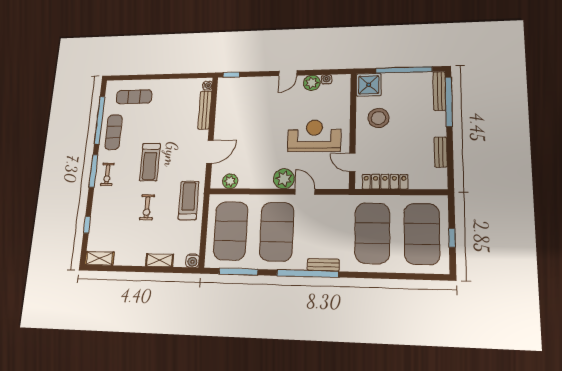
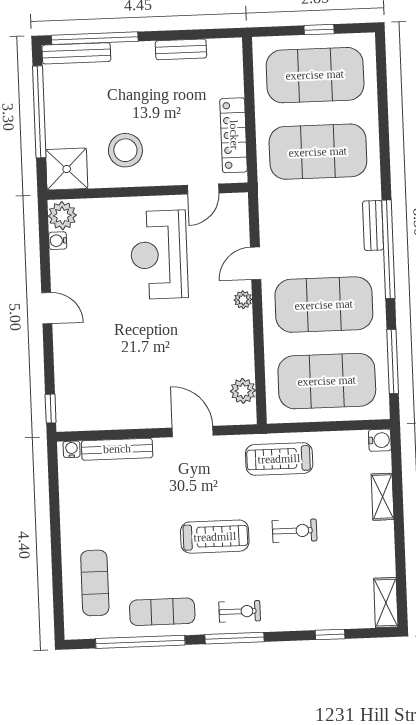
plant: (312, 83) -> (62, 216), moved
plant: (284, 179) -> (243, 300), width x0.53, depth x0.53

